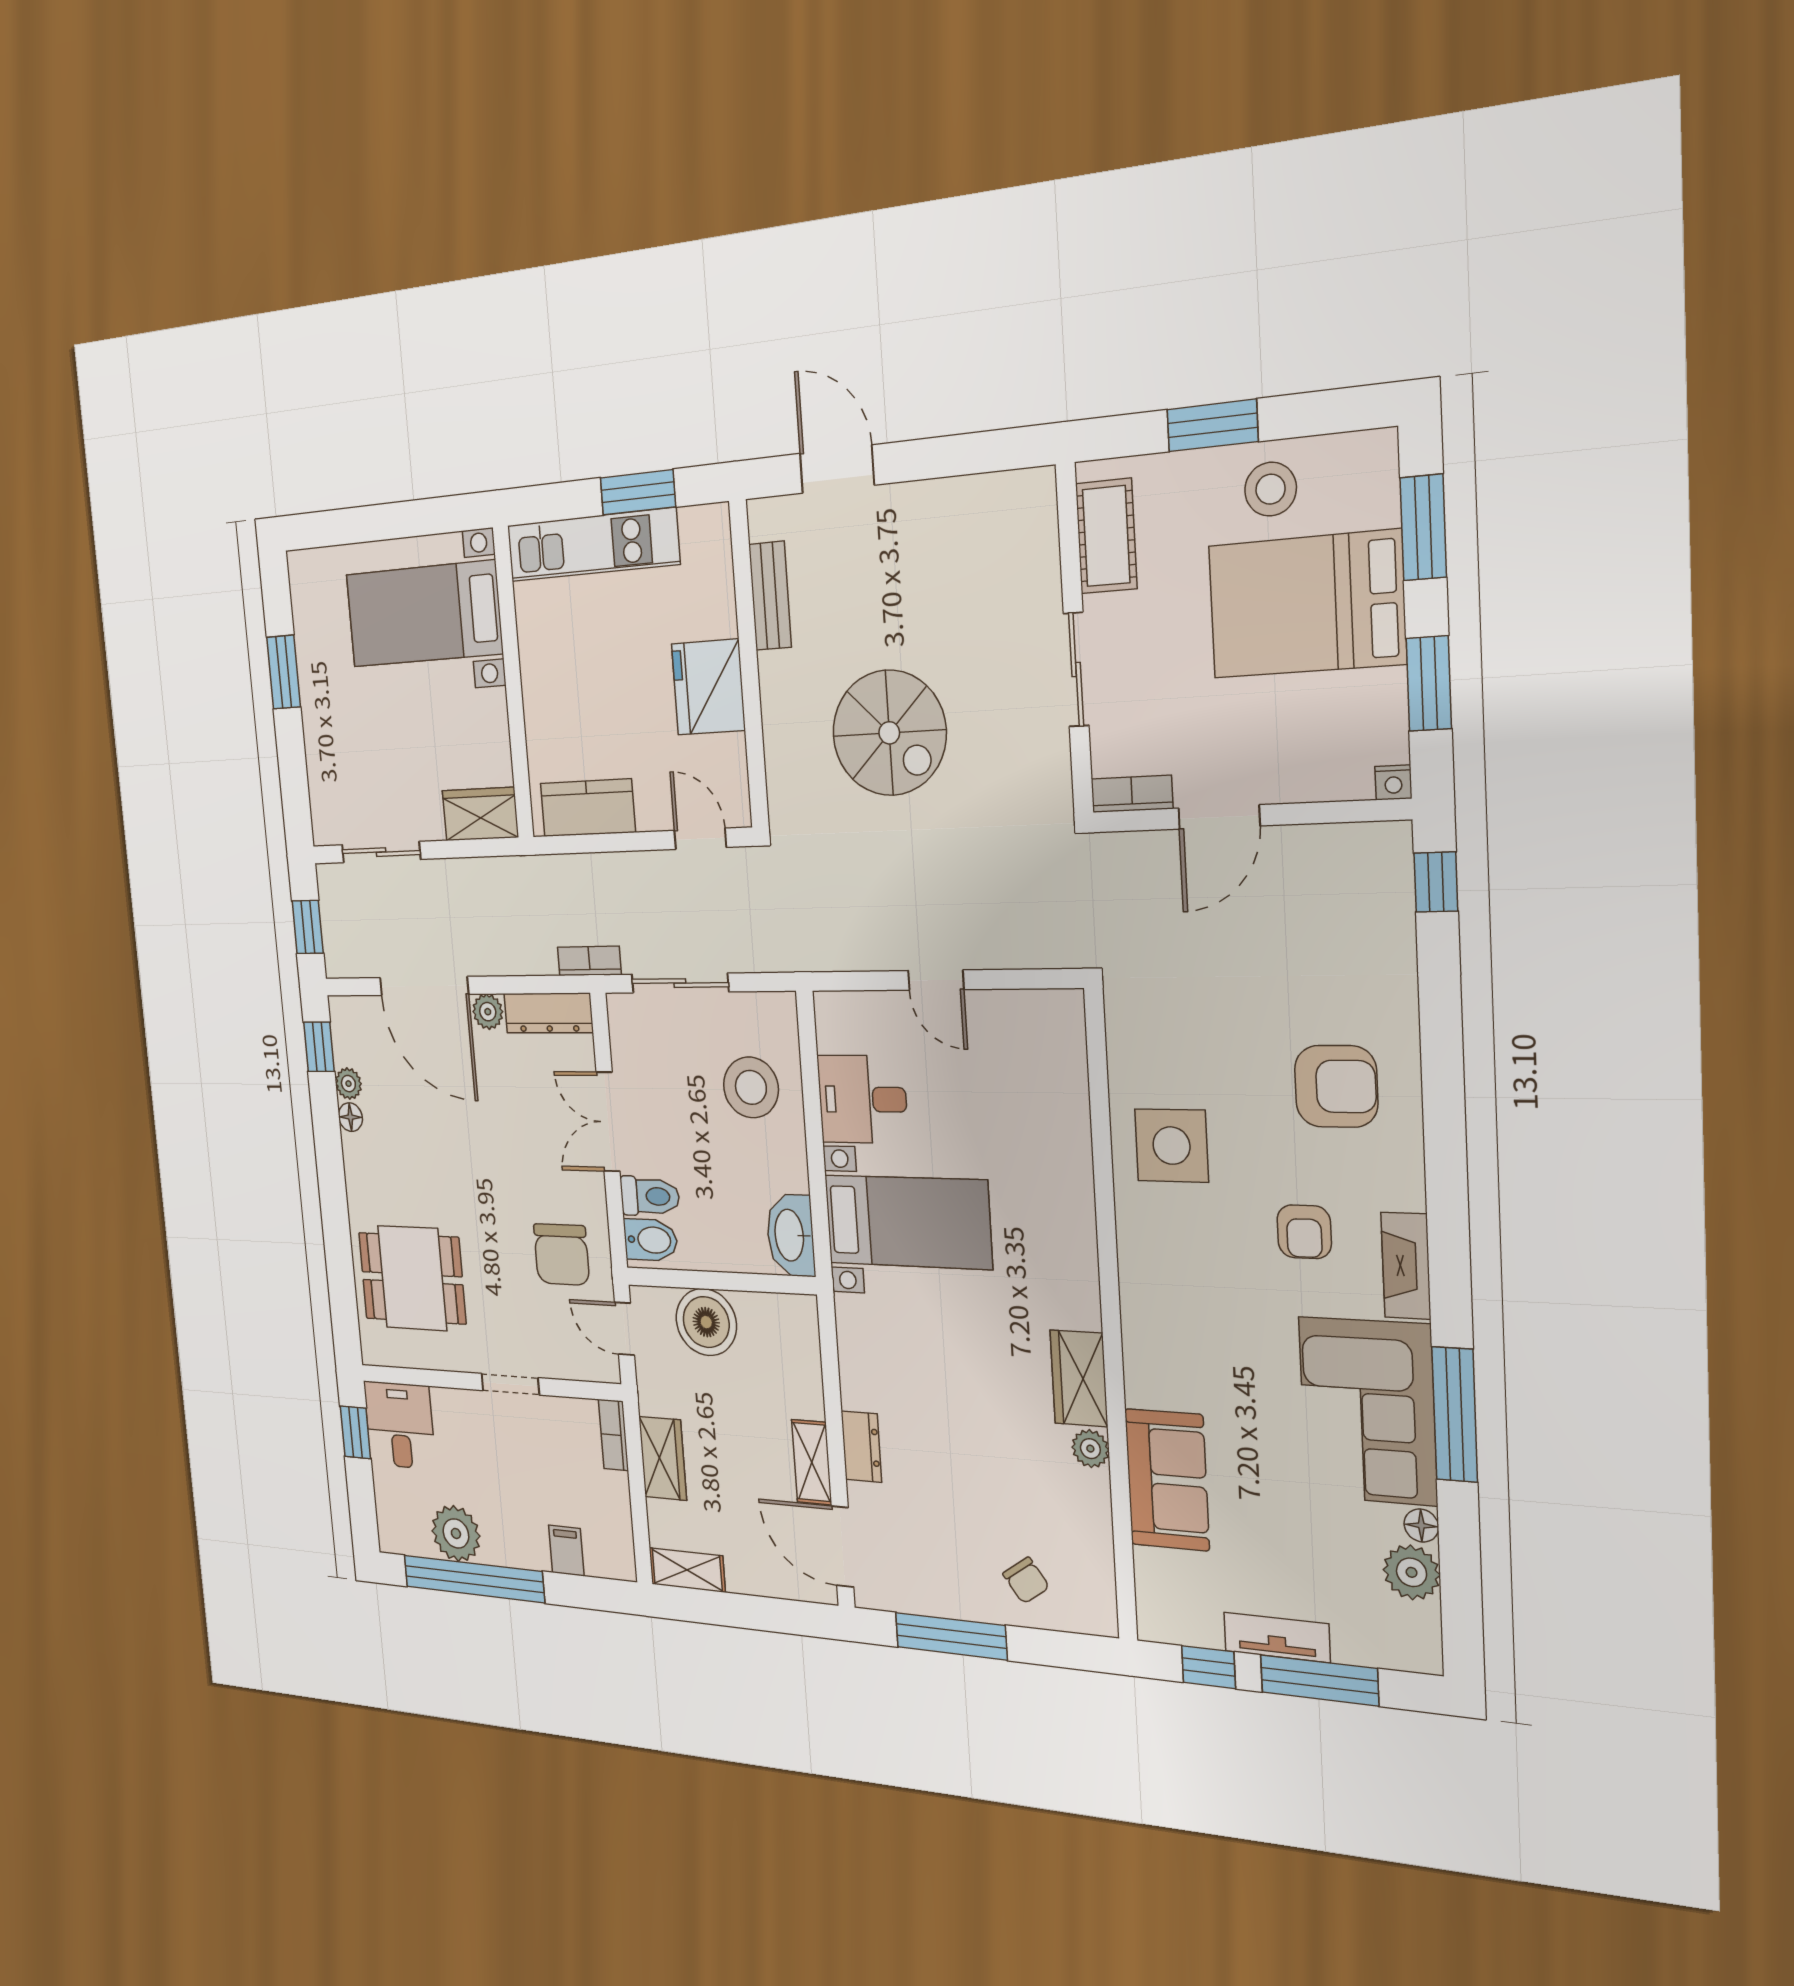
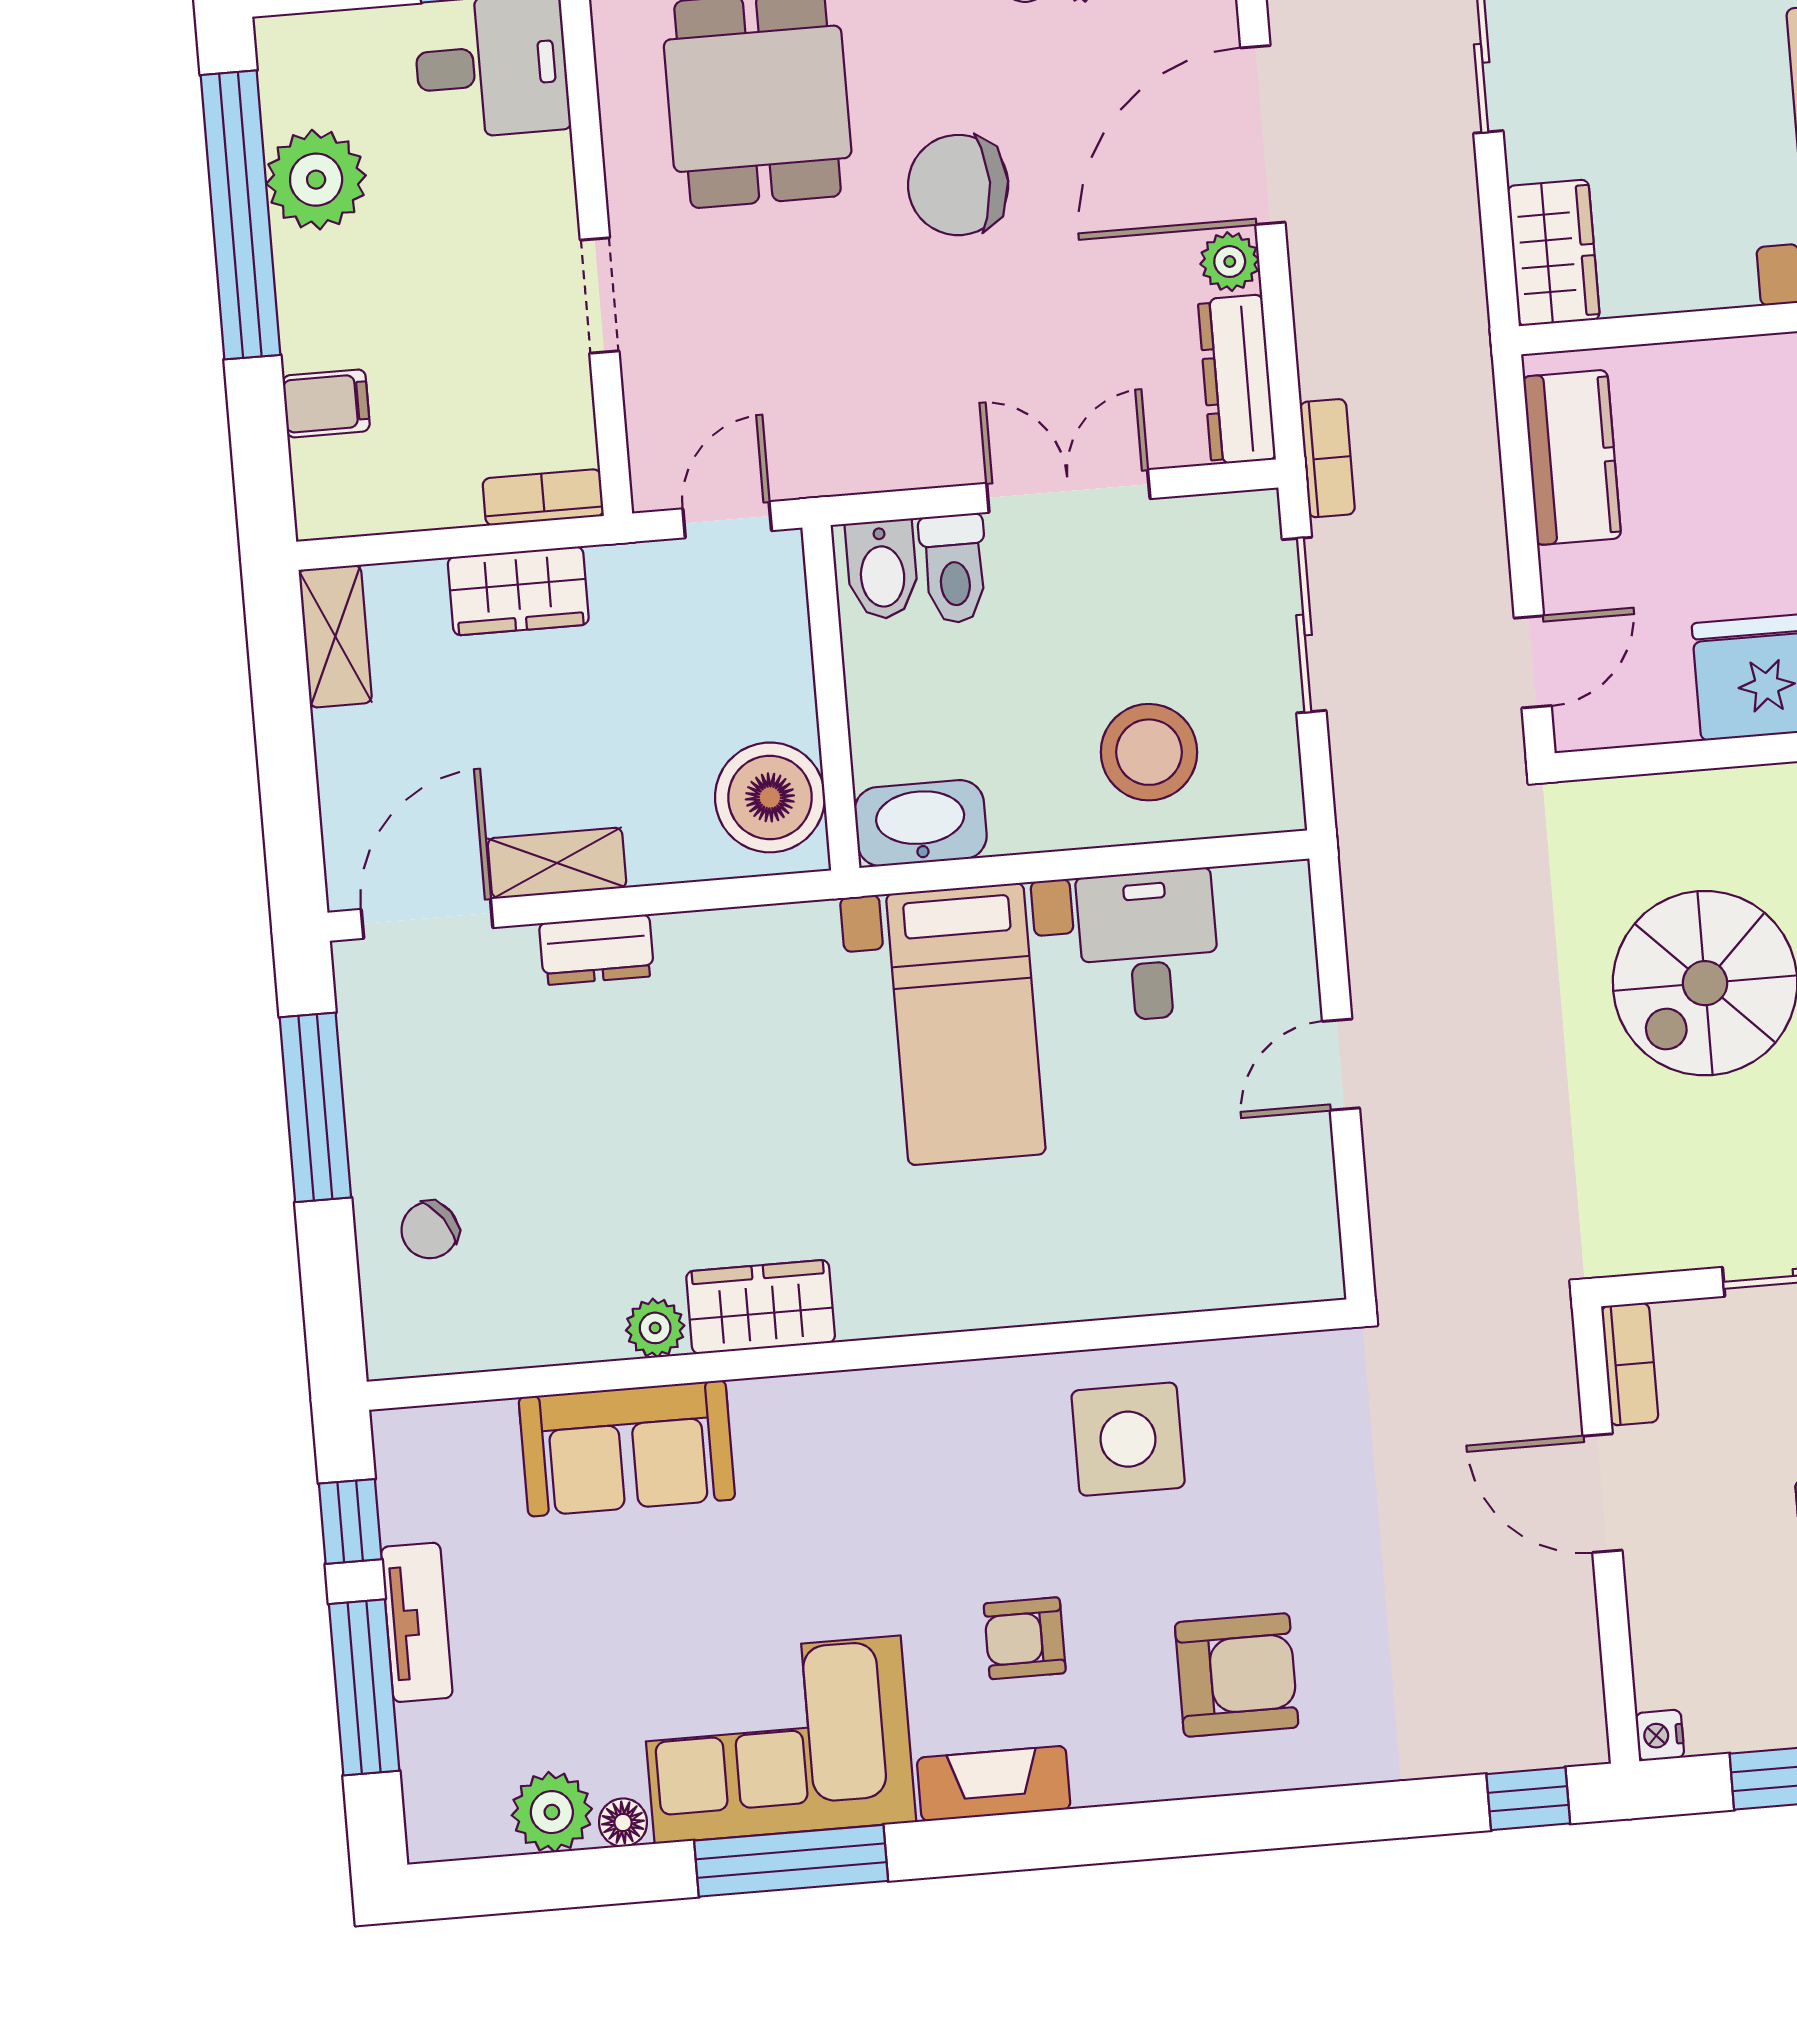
armchair: (1336, 1086) -> (1237, 1675), turned -90
chair: (562, 1254) -> (958, 185), moved
boiler: (706, 1322) -> (770, 797), moved

